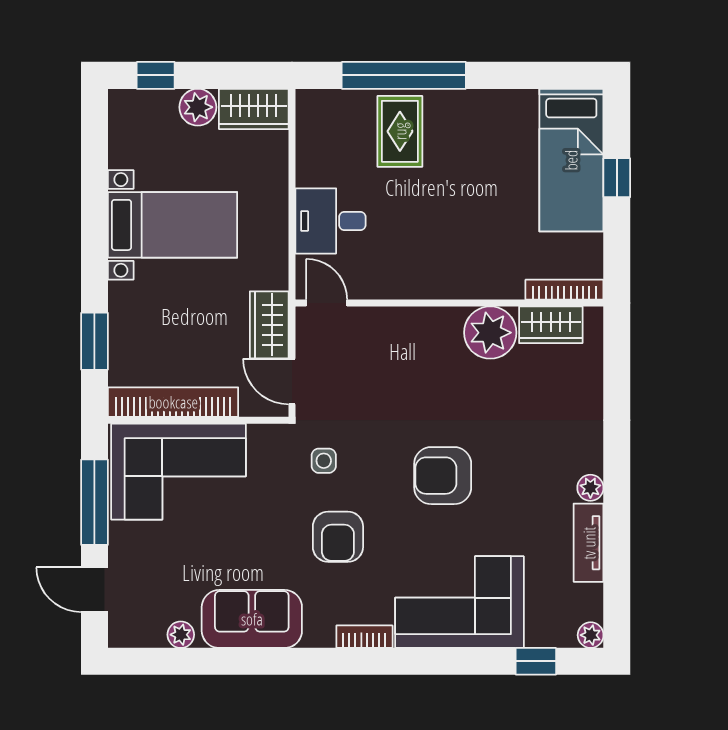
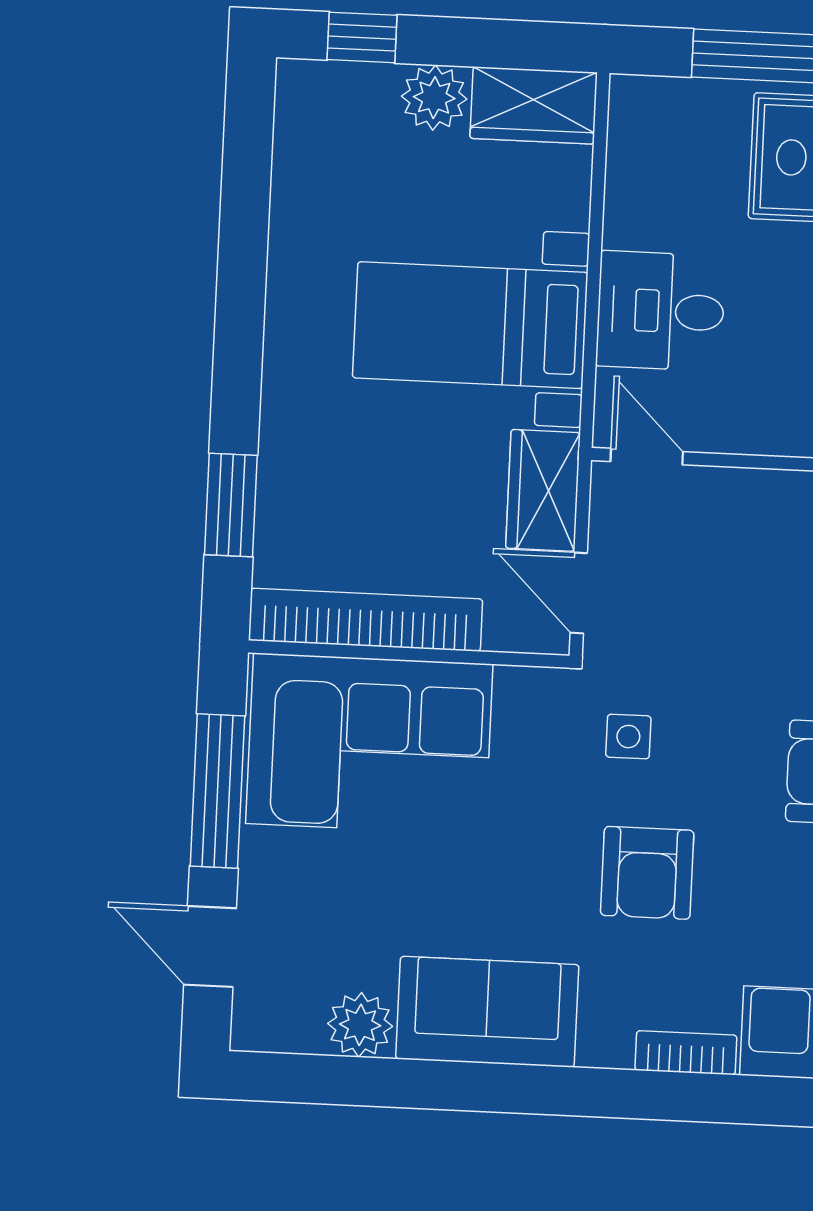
bed with nightstands: (173, 225) -> (470, 325), moved, turned 180
plant: (181, 635) -> (360, 1025), width x1.38, depth x1.38

